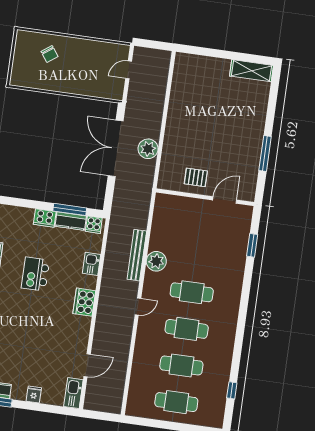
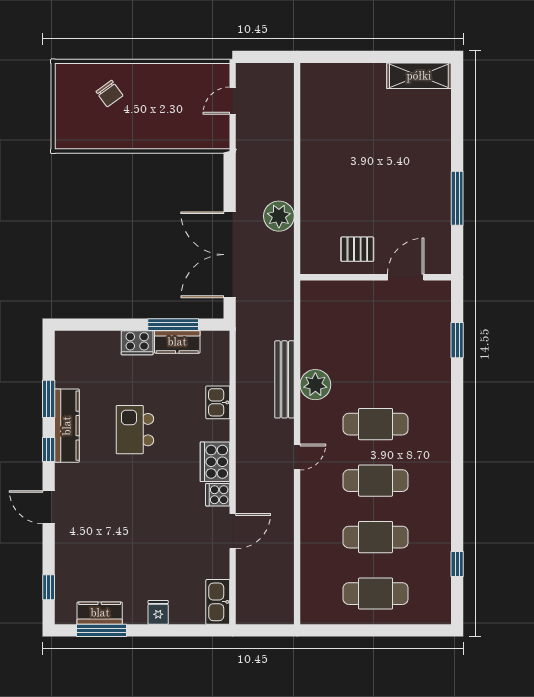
double door: (116, 148) -> (230, 255), moved
cooker: (94, 225) -> (218, 495), moved, turned 90
door: (87, 365) -> (233, 531), moved

